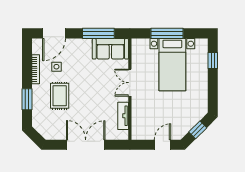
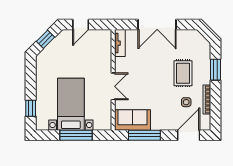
tv unit: (123, 116) -> (120, 43), moved

